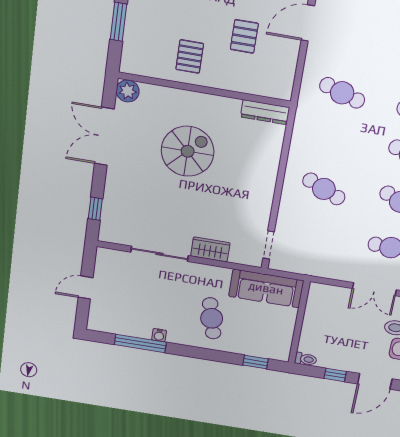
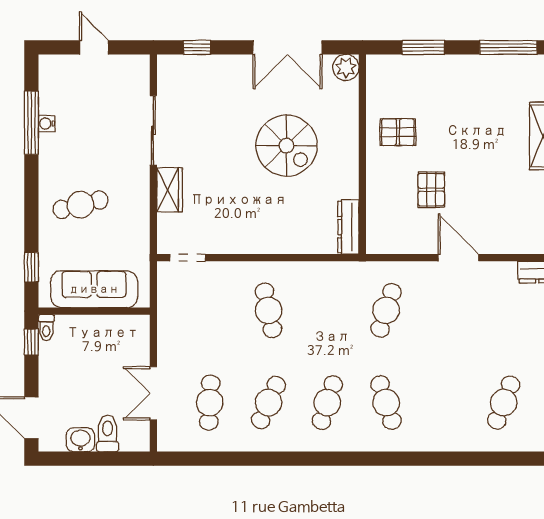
pallet: (244, 36) -> (431, 190), turned 90
double door: (104, 136) -> (288, 47), swing flipped
cafe table: (324, 189) -> (268, 310), turned -36
sofa: (266, 288) -> (94, 289), moved, turned 90
water cooler: (159, 335) -> (47, 124), moved
window: (335, 375) -> (31, 342), moved

